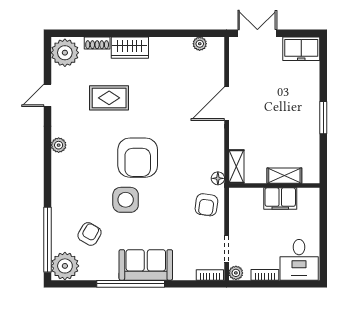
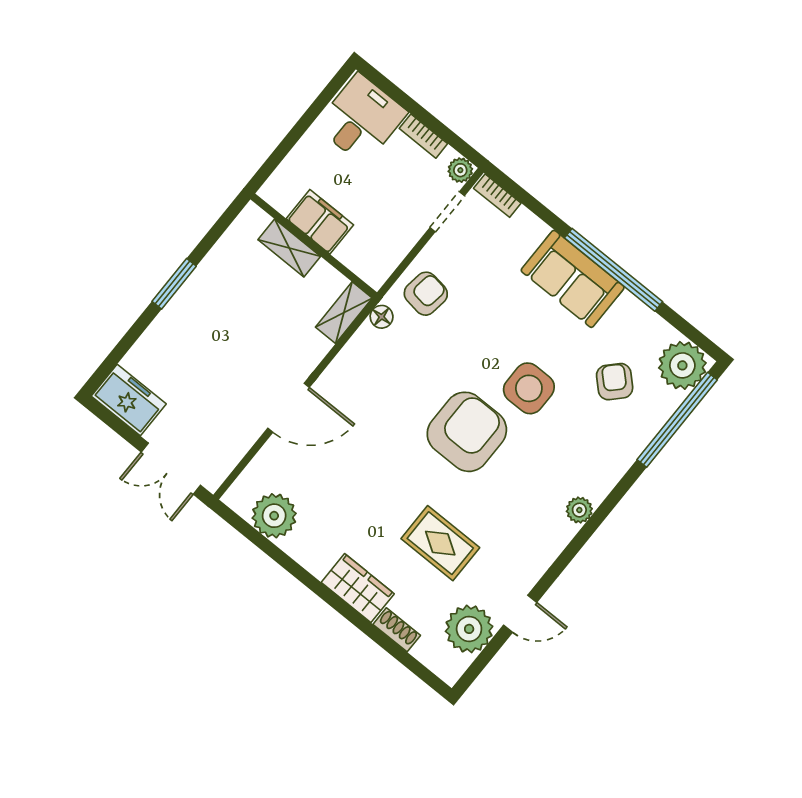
plant: (200, 44) -> (274, 516), width x1.88, depth x1.88
plant: (65, 53) -> (469, 629), moved
plant: (59, 145) -> (579, 510), moved
armchair: (89, 234) -> (615, 382), turned 104

